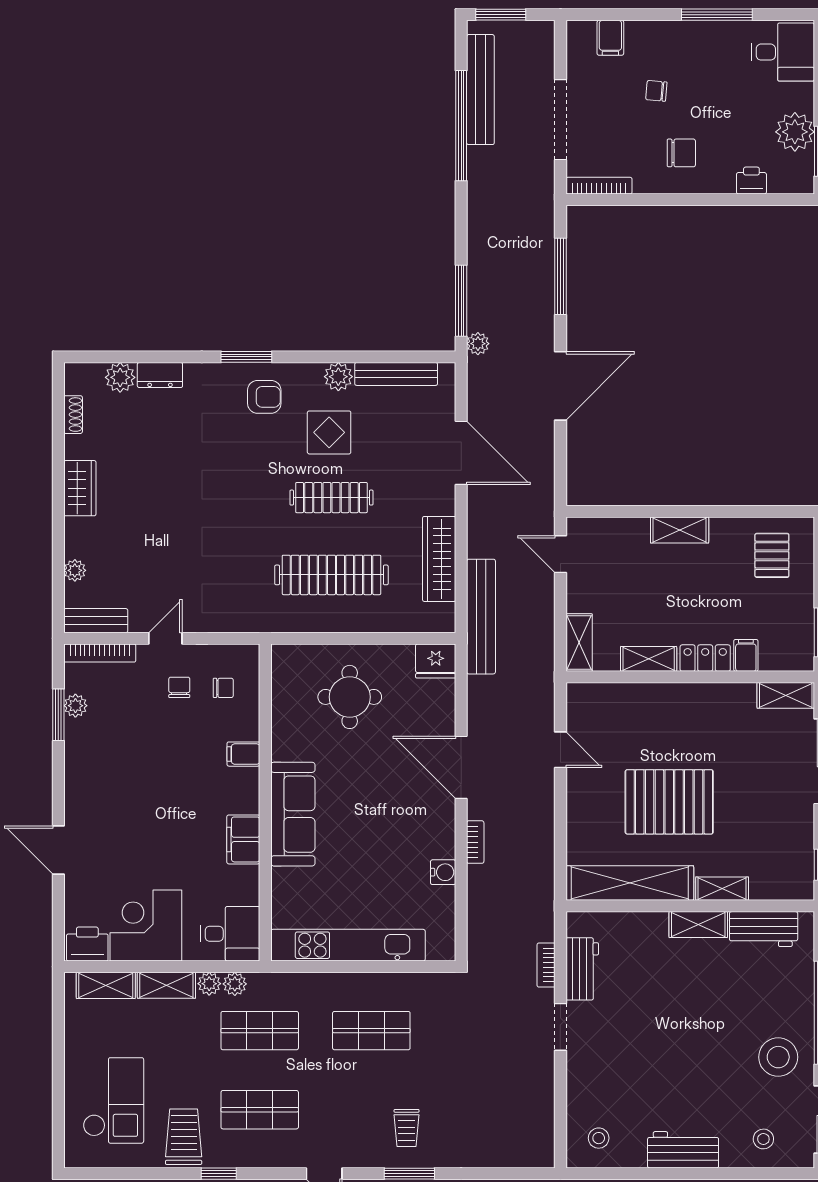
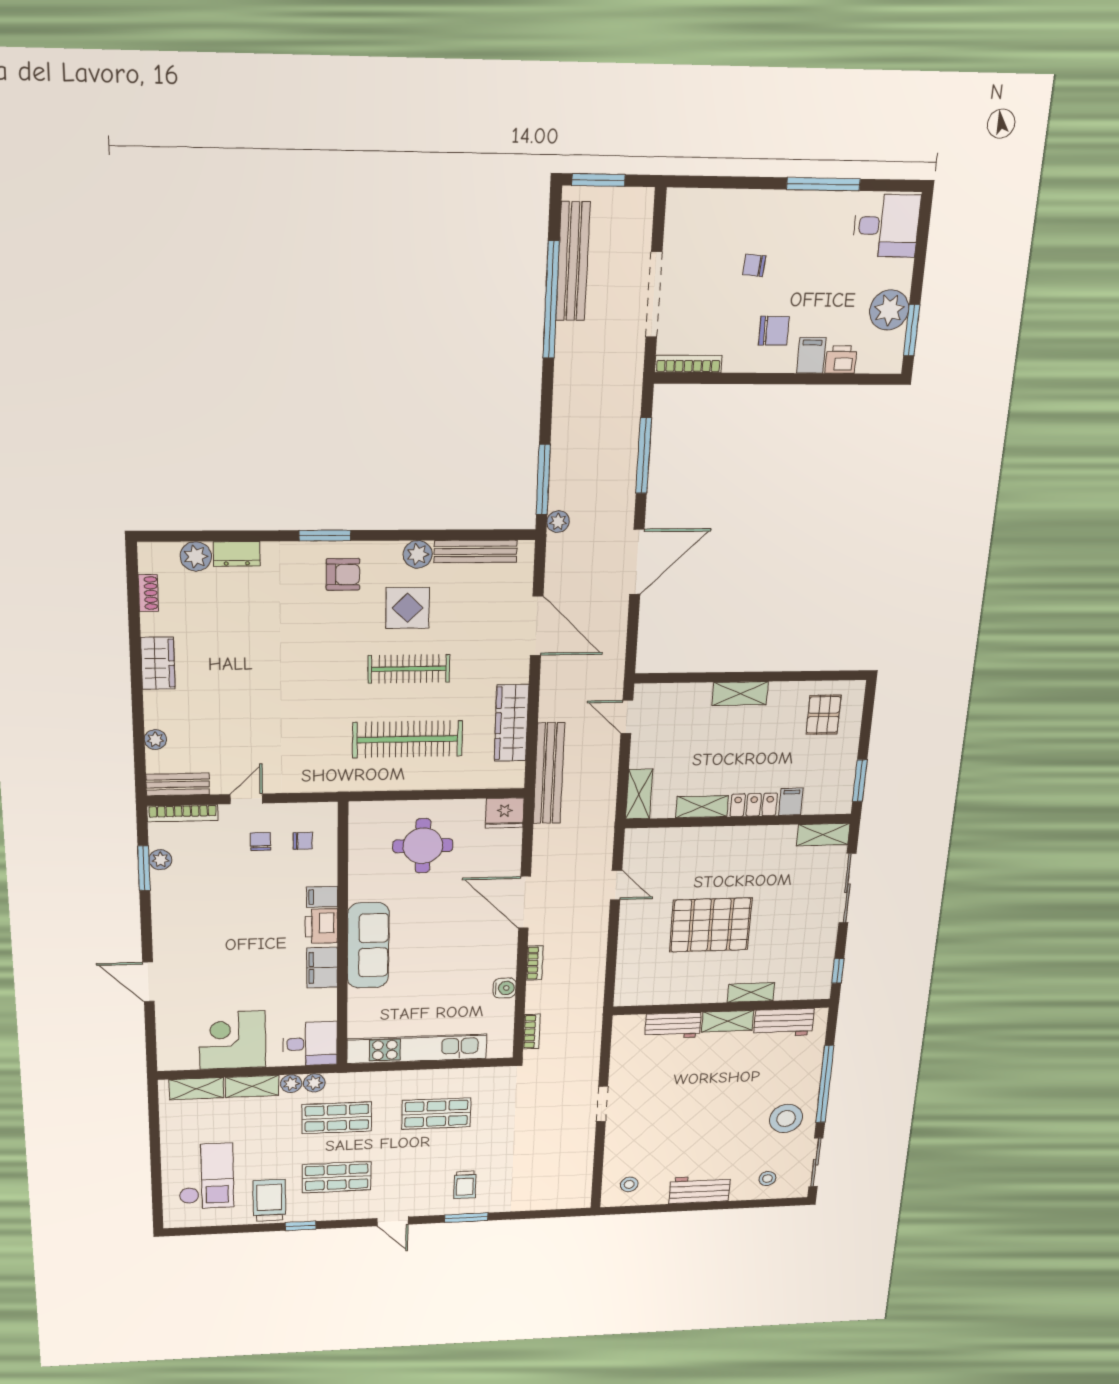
filing cabinet: (610, 38) -> (811, 355), moved, turned 180
shelving: (630, 883) -> (670, 991), removed
printer: (87, 944) -> (321, 926), moved, turned -90
bookcase: (546, 965) -> (532, 1032), moved, turned 180
workbench: (582, 969) -> (673, 1026), moved, turned 90

